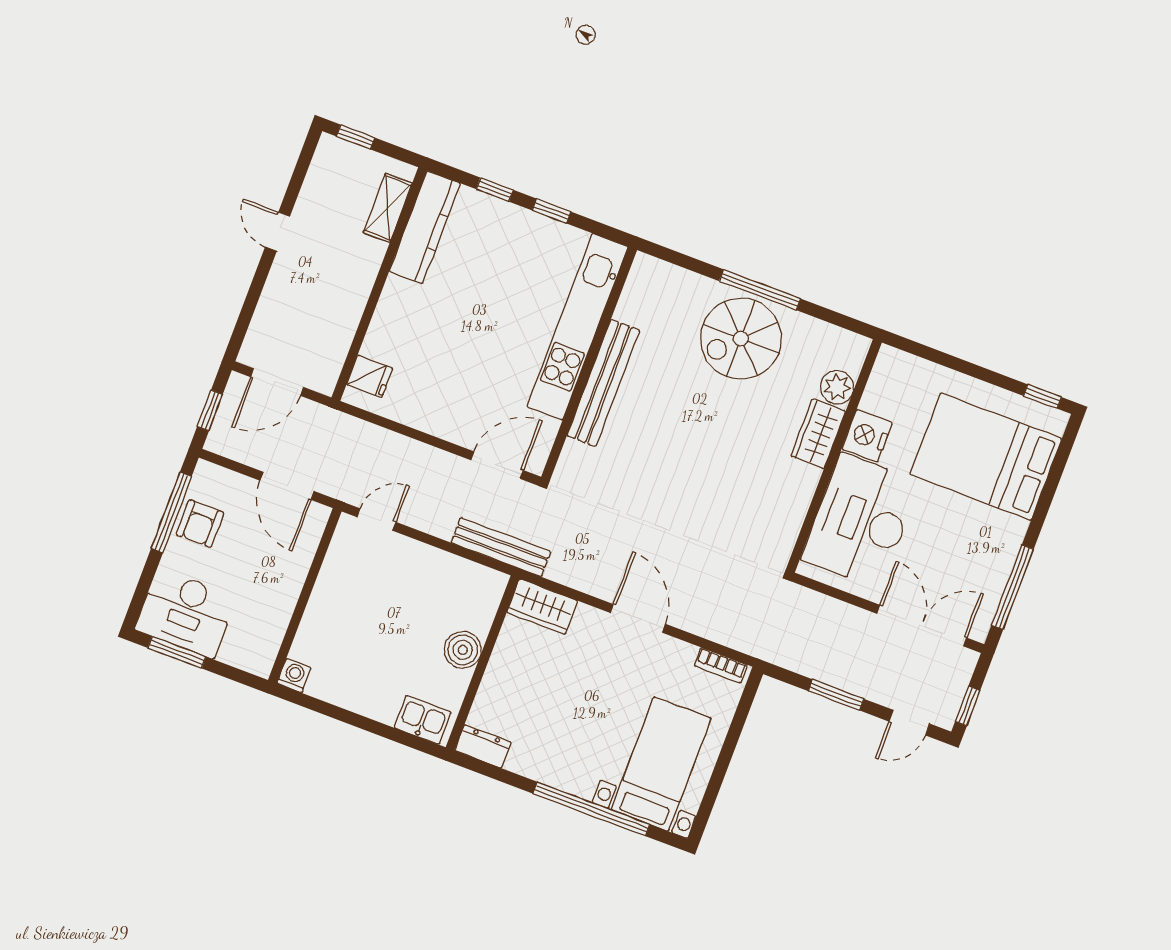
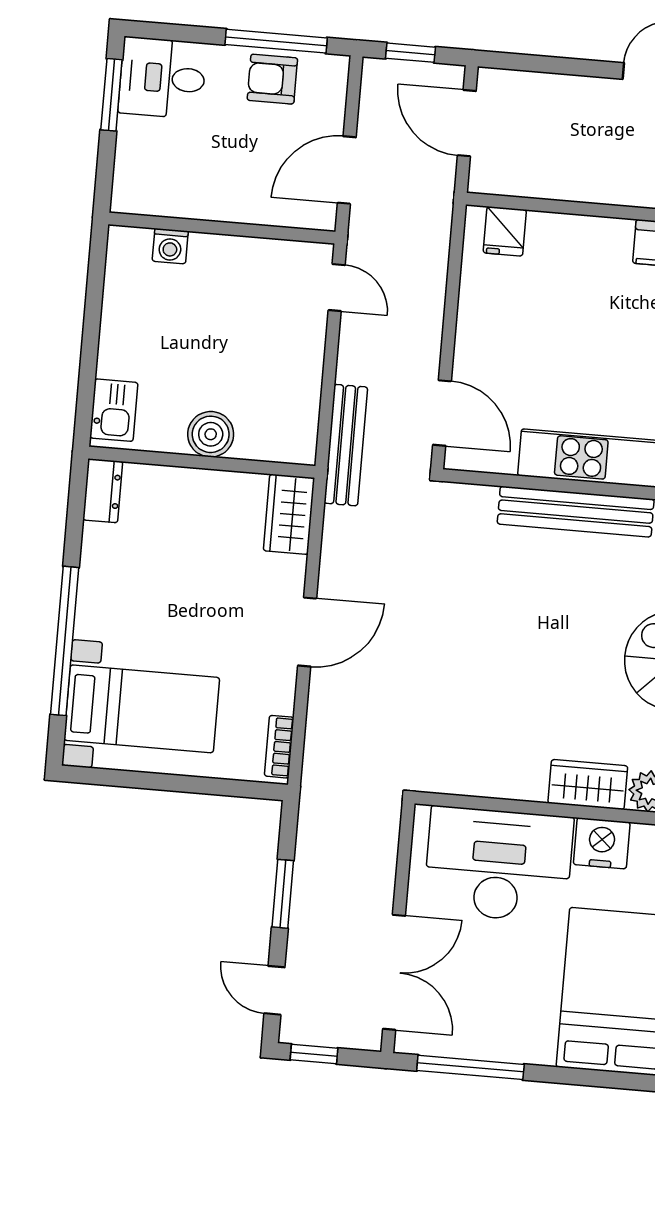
desk: (186, 613) -> (162, 78), width x0.73
washing machine: (294, 676) -> (170, 246), moved, turned 90

